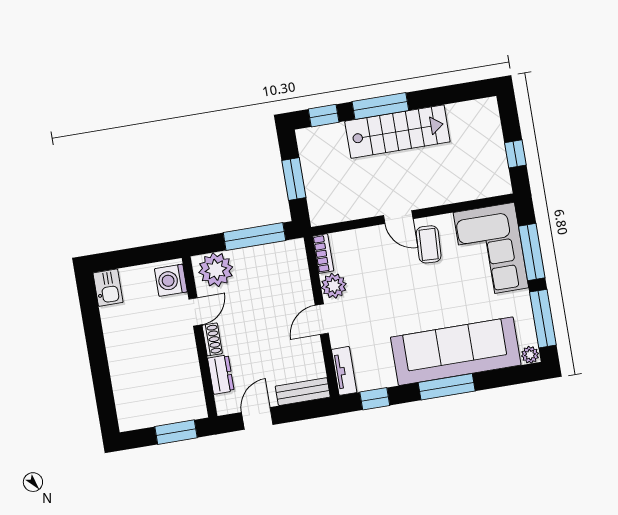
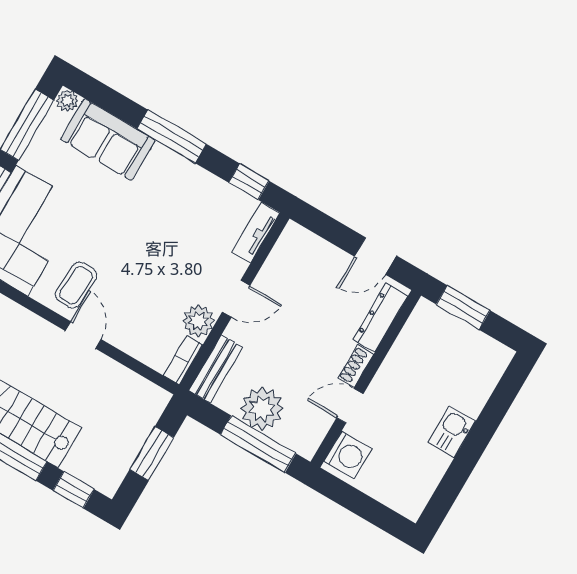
window: (254, 237) -> (258, 444), moved
plant: (216, 270) -> (262, 409), moved
kitchen sink: (108, 288) -> (451, 432), moved
sofa: (456, 351) -> (108, 140), width x0.54, depth x0.79
dresser: (221, 374) -> (380, 318), width x1.44
bench: (303, 392) -> (216, 369), moved, turned 90

